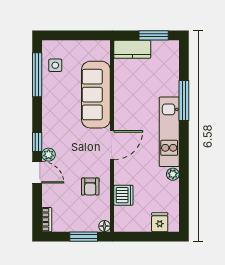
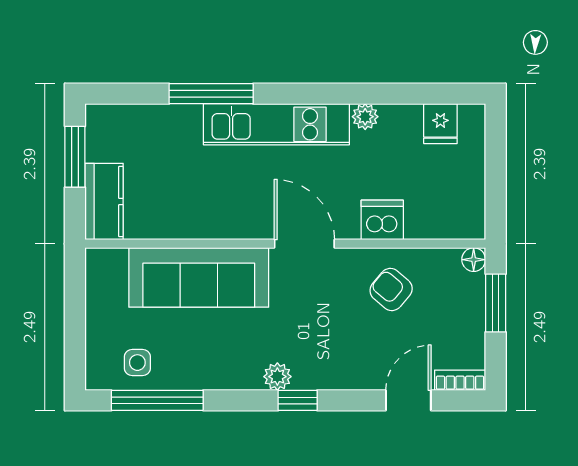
plant: (49, 155) -> (277, 377), moved
door: (37, 172) -> (408, 400), moved
armchair: (90, 187) -> (391, 289), turned -140
dishwasher: (123, 195) -> (382, 220), moved
fridge: (160, 222) -> (440, 124), moved, turned -90

